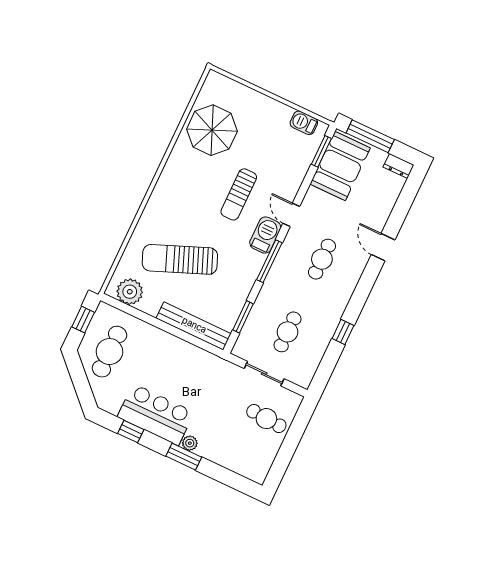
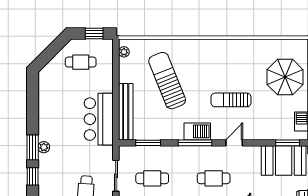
parasol: (212, 130) -> (285, 77), moved
barbecue: (265, 235) -> (197, 131), moved
plant: (130, 292) -> (124, 52), width x0.53, depth x0.53
cafe table: (109, 352) -> (81, 62), width x0.73, depth x0.74
bar counter: (156, 415) -> (99, 119), moved, turned 180
window: (131, 431) -> (33, 176), moved

